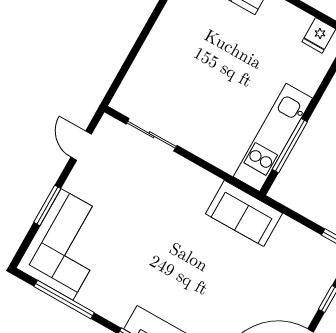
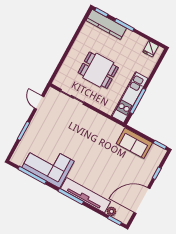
dining table: (207, 79) -> (98, 70), added
sofa: (244, 213) -> (134, 143), moved
corner sofa: (67, 244) -> (48, 164), moved, turned -90

